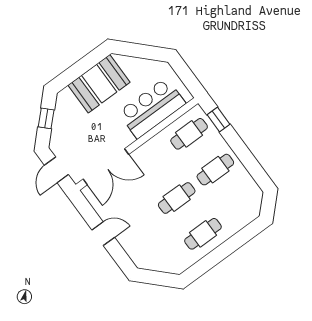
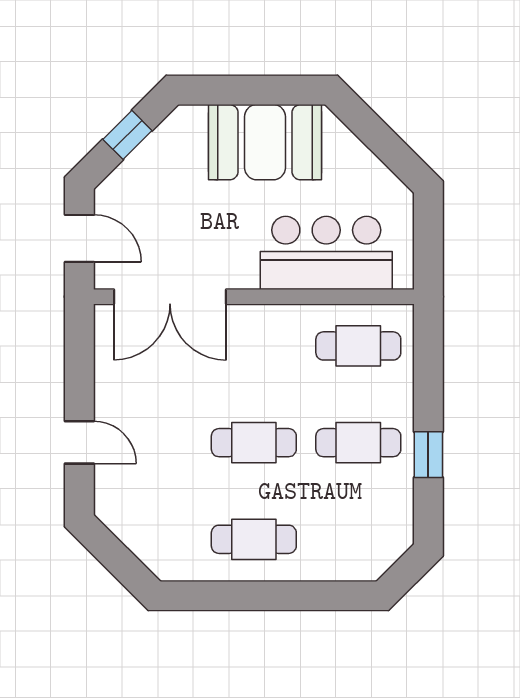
window: (218, 119) -> (428, 455), moved
door: (56, 170) -> (79, 238), swing flipped
door: (103, 234) -> (79, 442), moved

